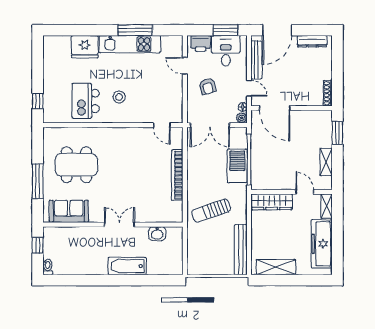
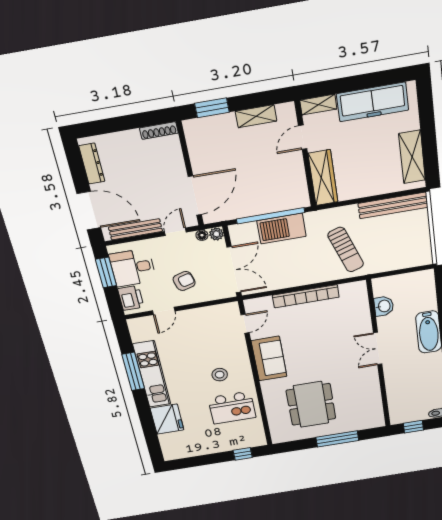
sofa: (69, 211) -> (269, 359), moved, turned 180

